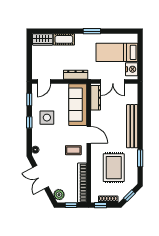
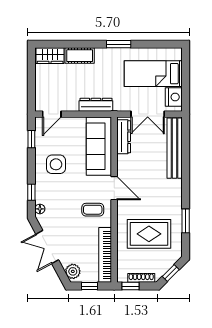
window: (29, 122) -> (31, 192), moved
bench: (132, 126) -> (175, 148), moved
rug: (114, 168) -> (149, 234), turned 90

